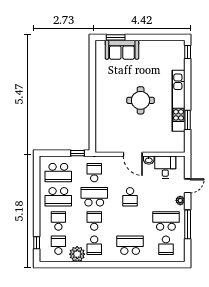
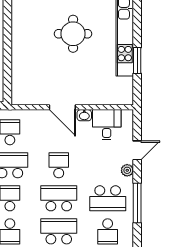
school desk: (130, 197) -> (59, 165), turned 180
school desk: (130, 221) -> (59, 198), added
school desk: (166, 221) -> (108, 198), turned 180

